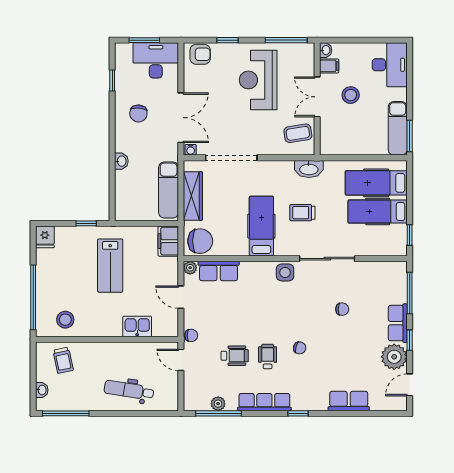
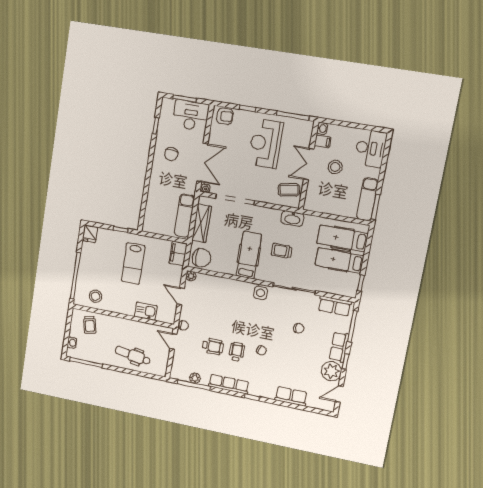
washbasin: (121, 161) -> (153, 188), removed
row of seats: (219, 271) -> (335, 306), moved

